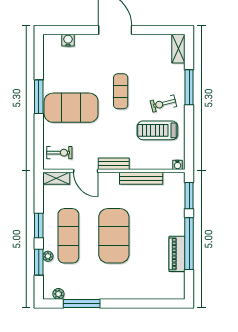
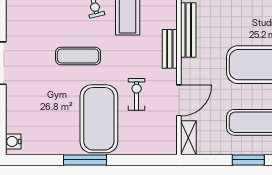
water cooler: (68, 40) -> (13, 142), moved
exercise bike: (59, 153) -> (137, 94), moved
bench: (114, 164) -> (170, 49), moved

